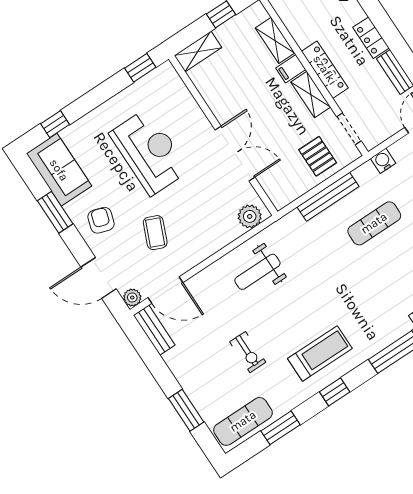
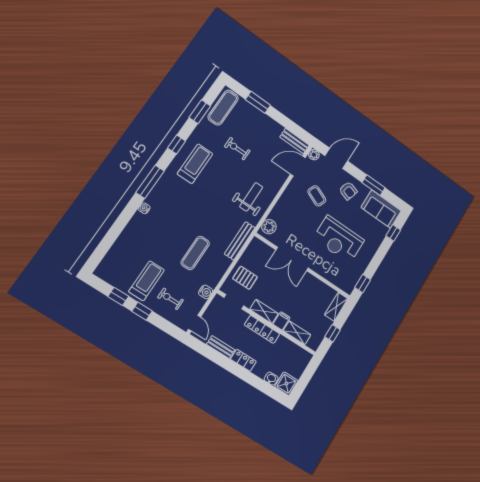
bench: (328, 197) -> (240, 241), moved
treadmill: (320, 354) -> (195, 164), turned 180

